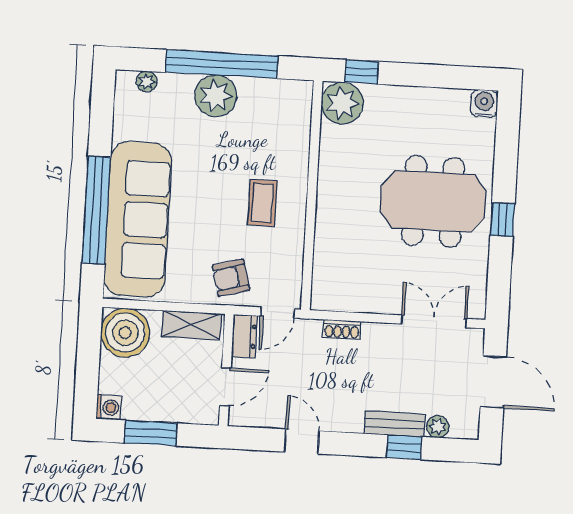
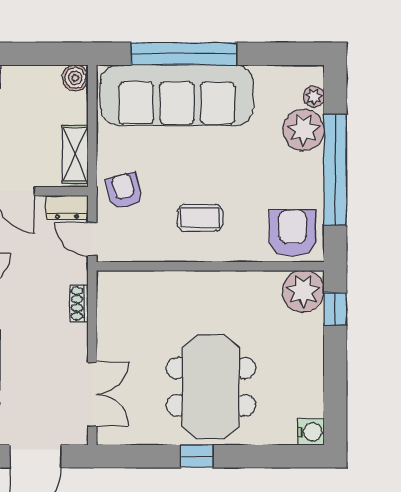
plant: (216, 96) -> (303, 130), moved
armchair: (283, 110) -> (293, 233), added
boiler: (125, 333) -> (75, 78), width x0.54, depth x0.54

